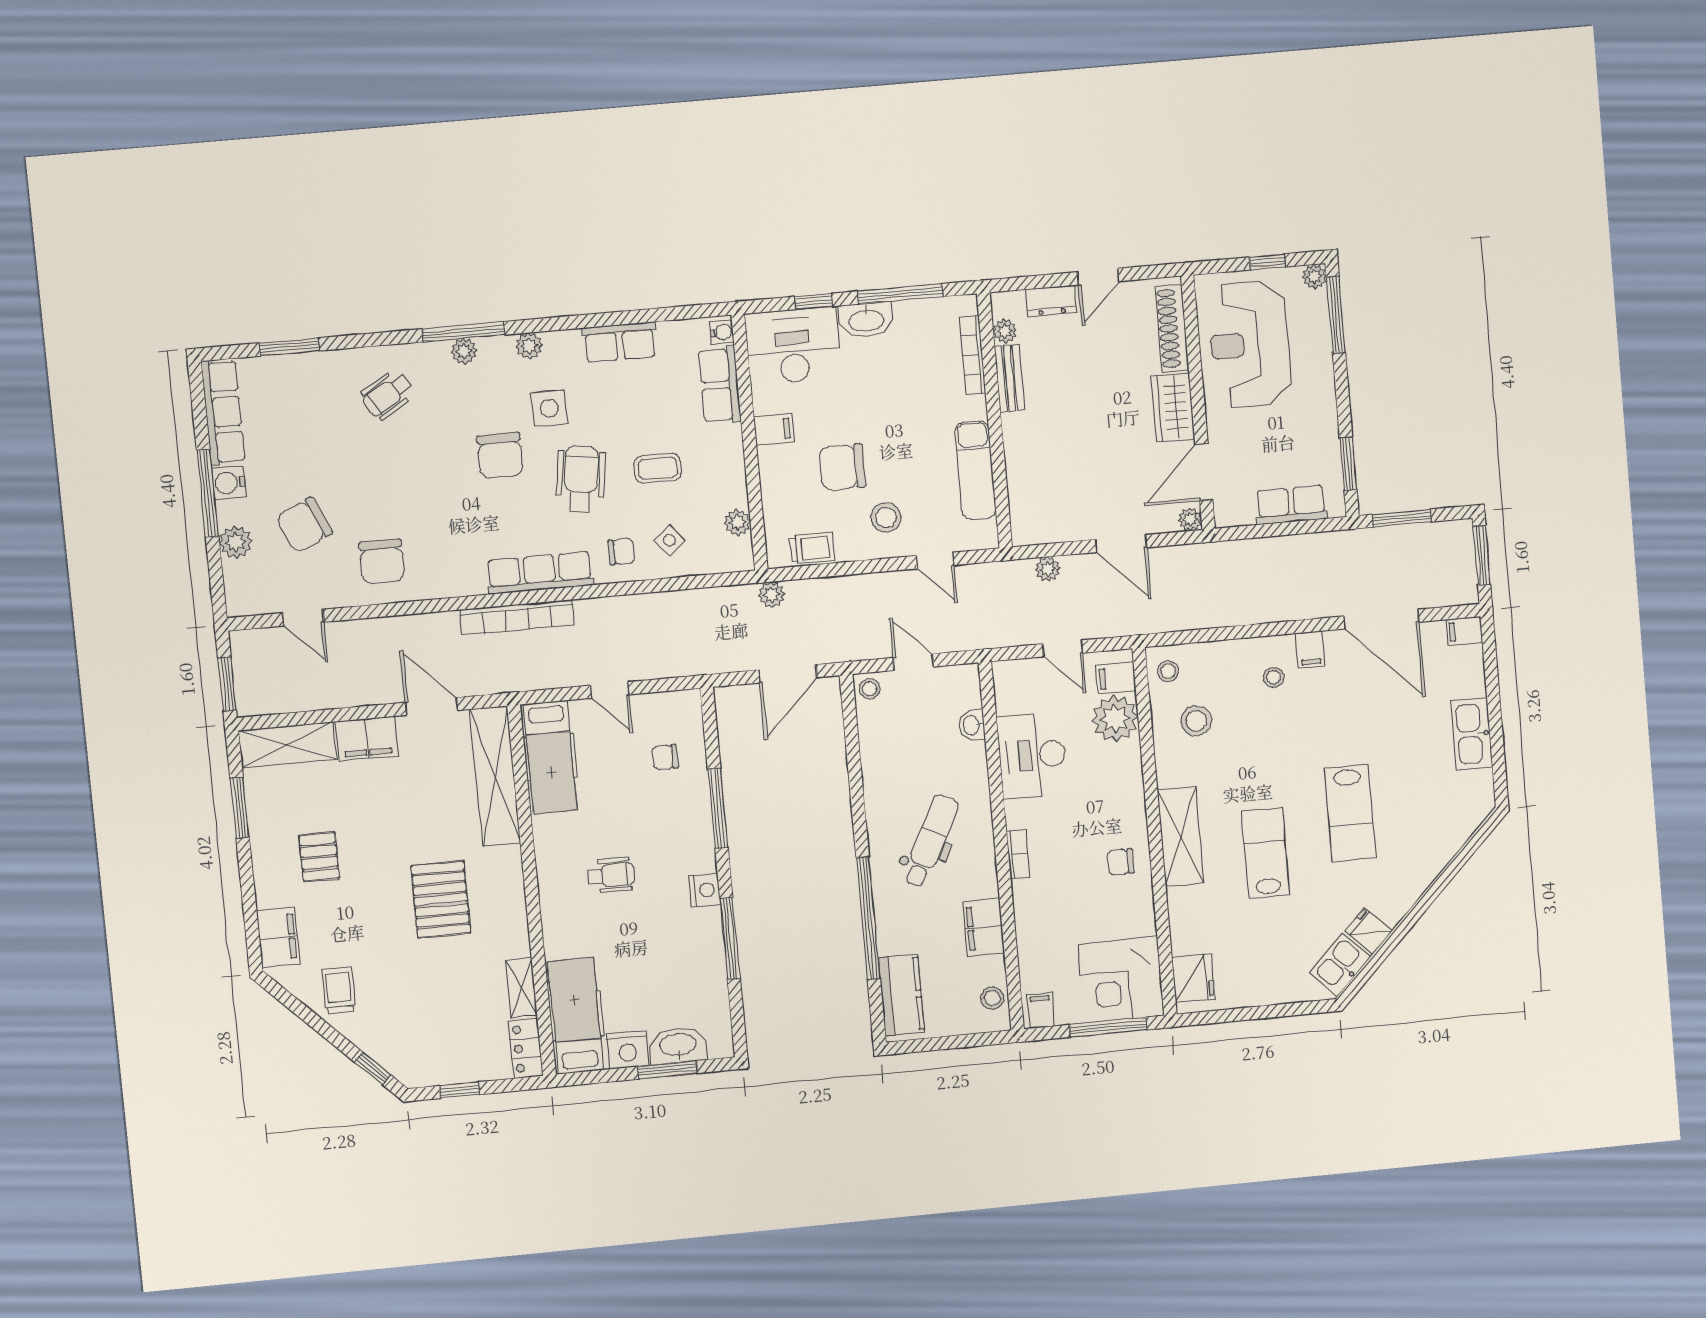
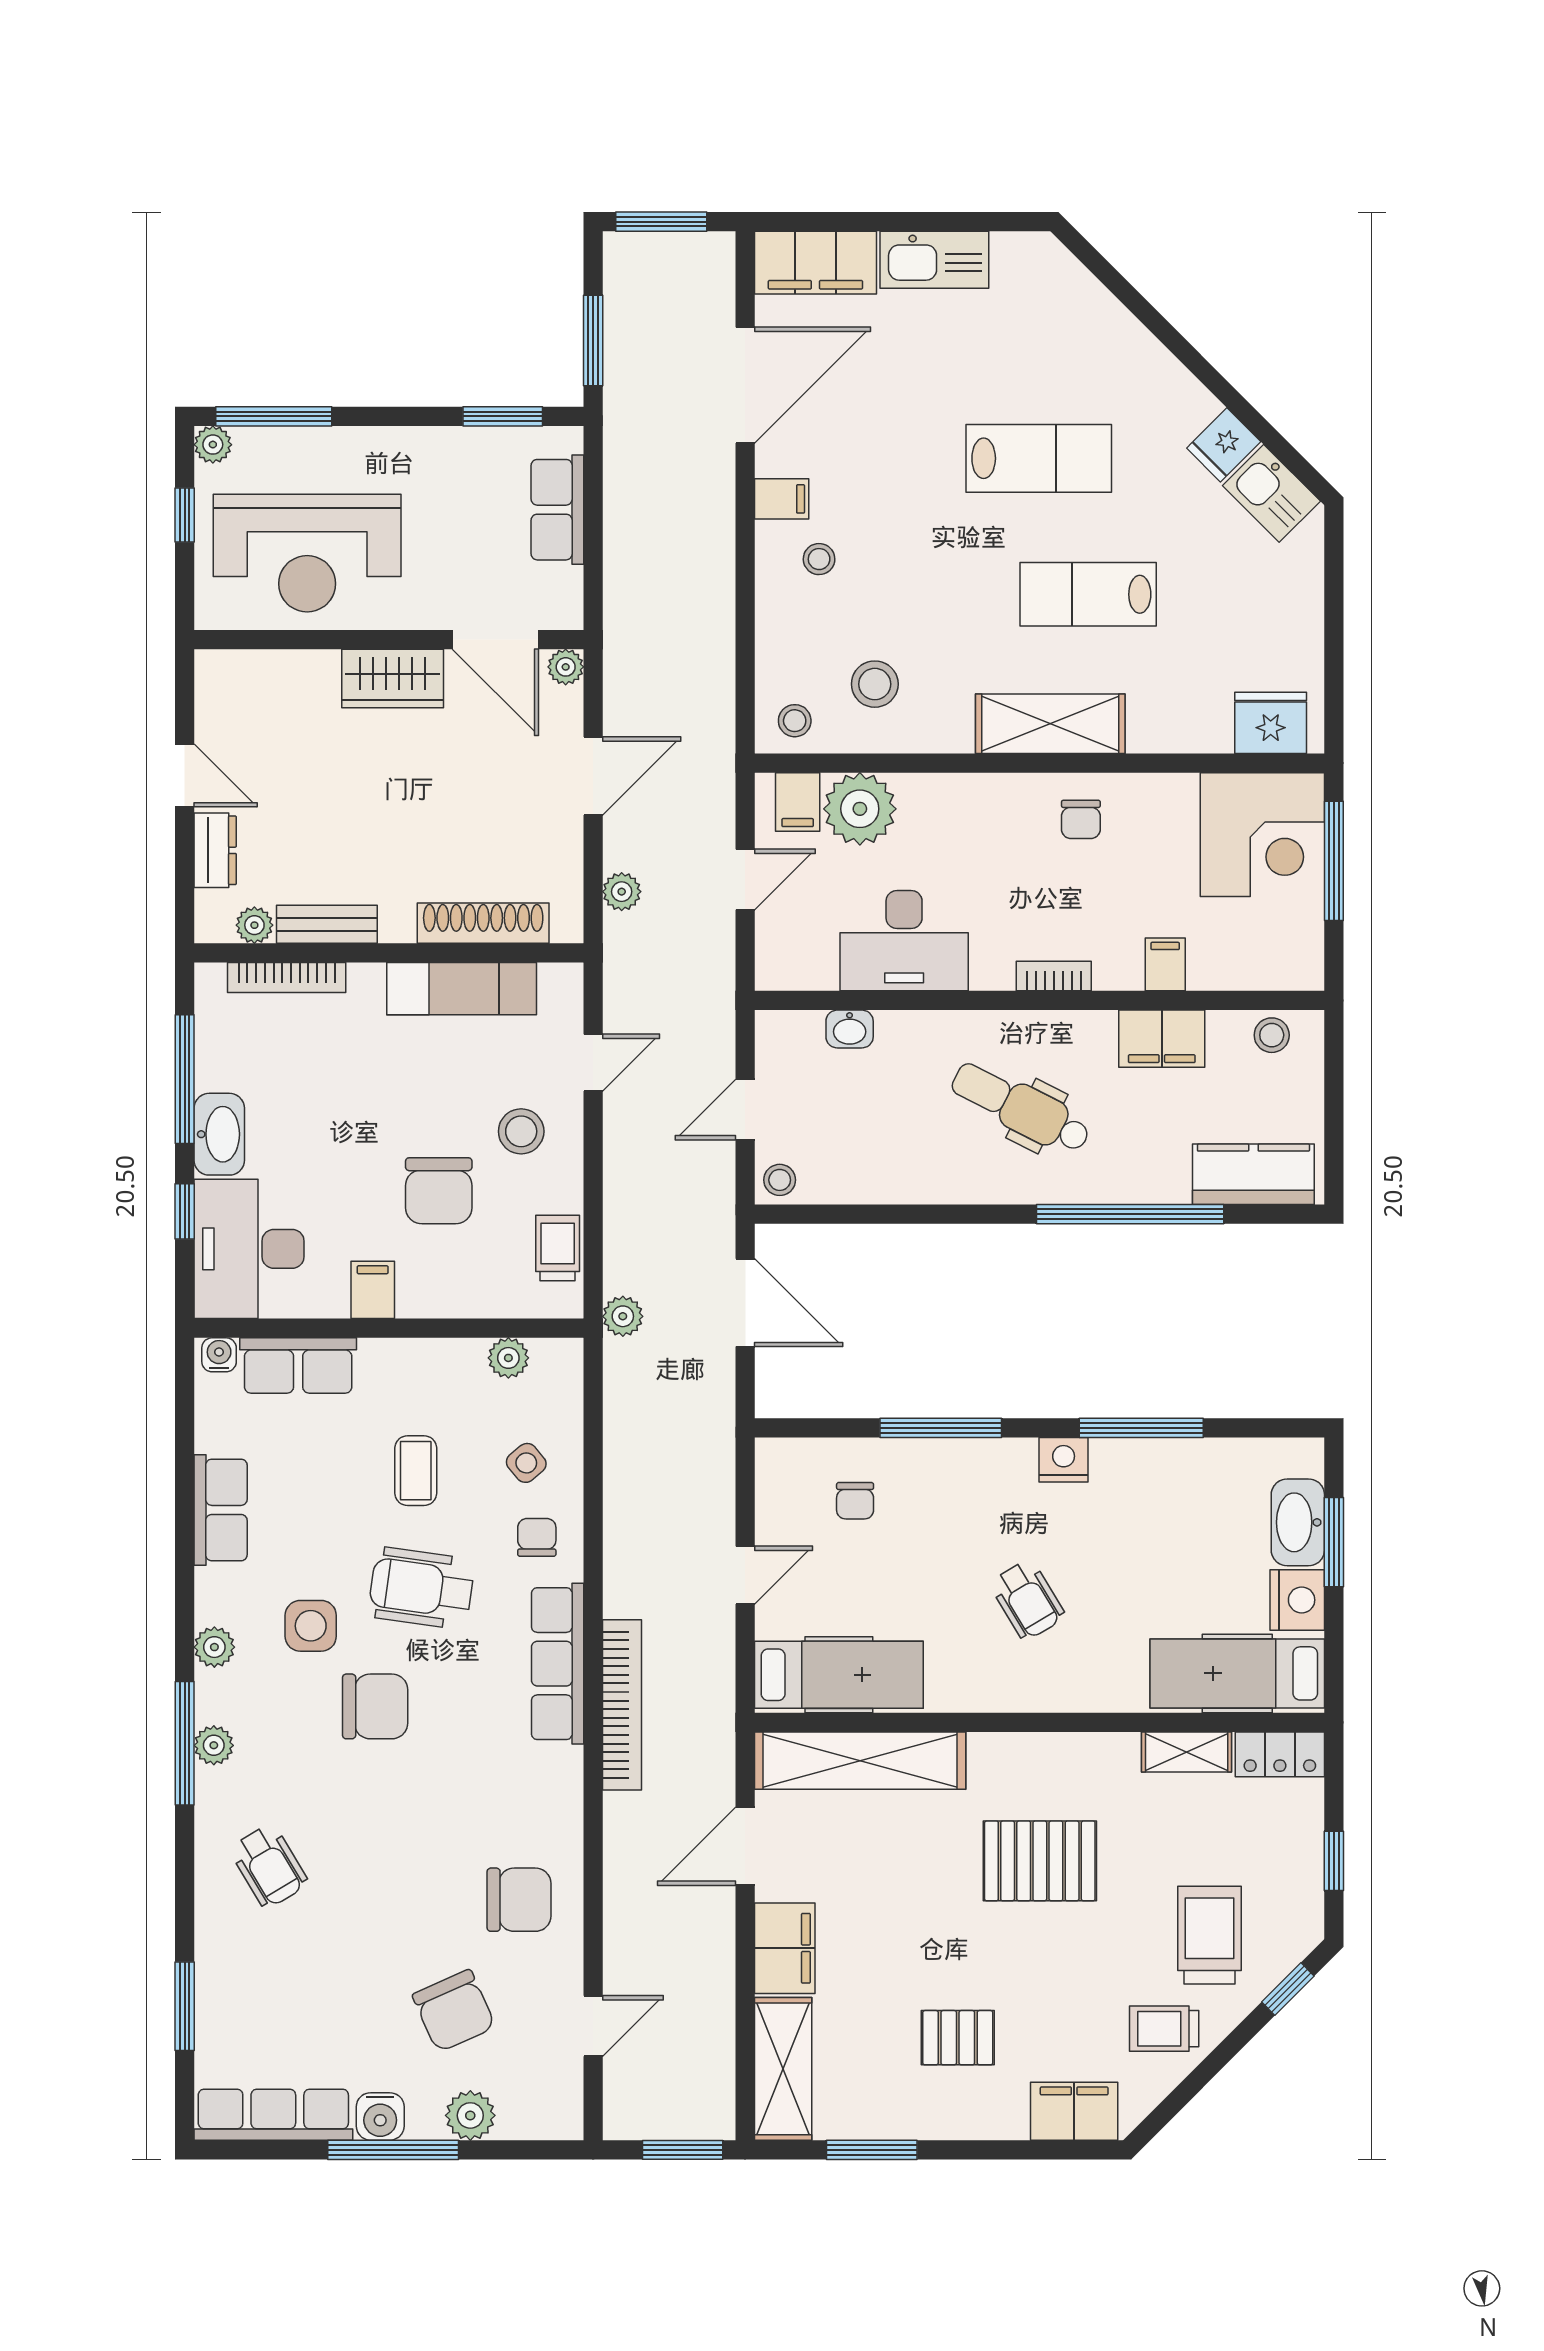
shoe rack: (1172, 328) -> (483, 923), moved, turned 180
filing cabinet: (1464, 631) -> (815, 263), width x3.00, depth x1.17
wheelchair: (611, 875) -> (1027, 1600), turned 149
filing cabinet: (1041, 1010) -> (1165, 964), moved, turned 90
trolley: (403, 1014) -> (1210, 1935), added

